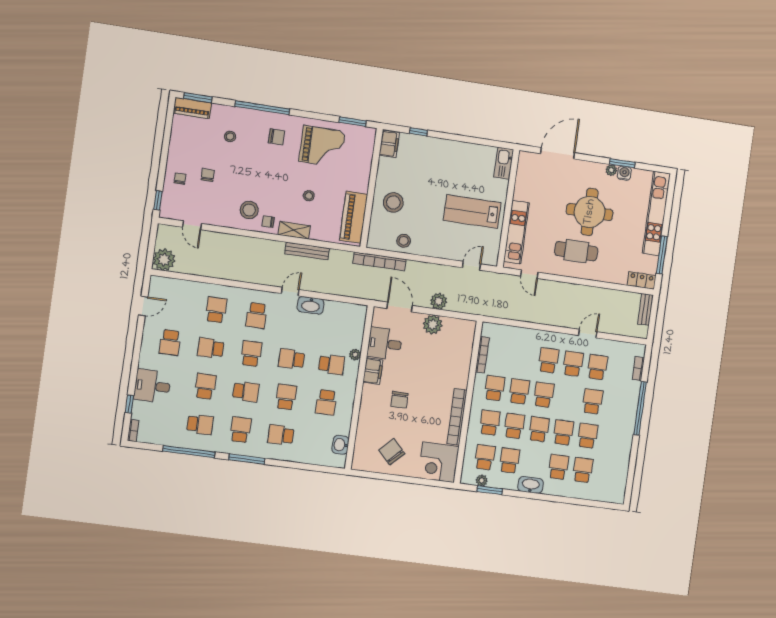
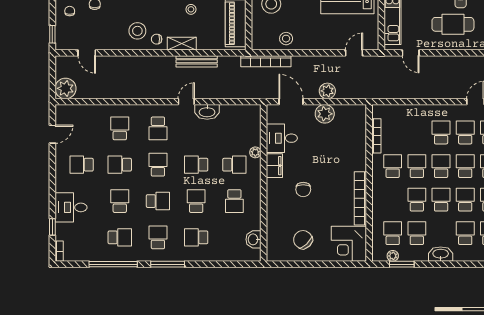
school desk: (170, 342) -> (82, 165), turned 90
school desk: (490, 423) -> (465, 166), moved

